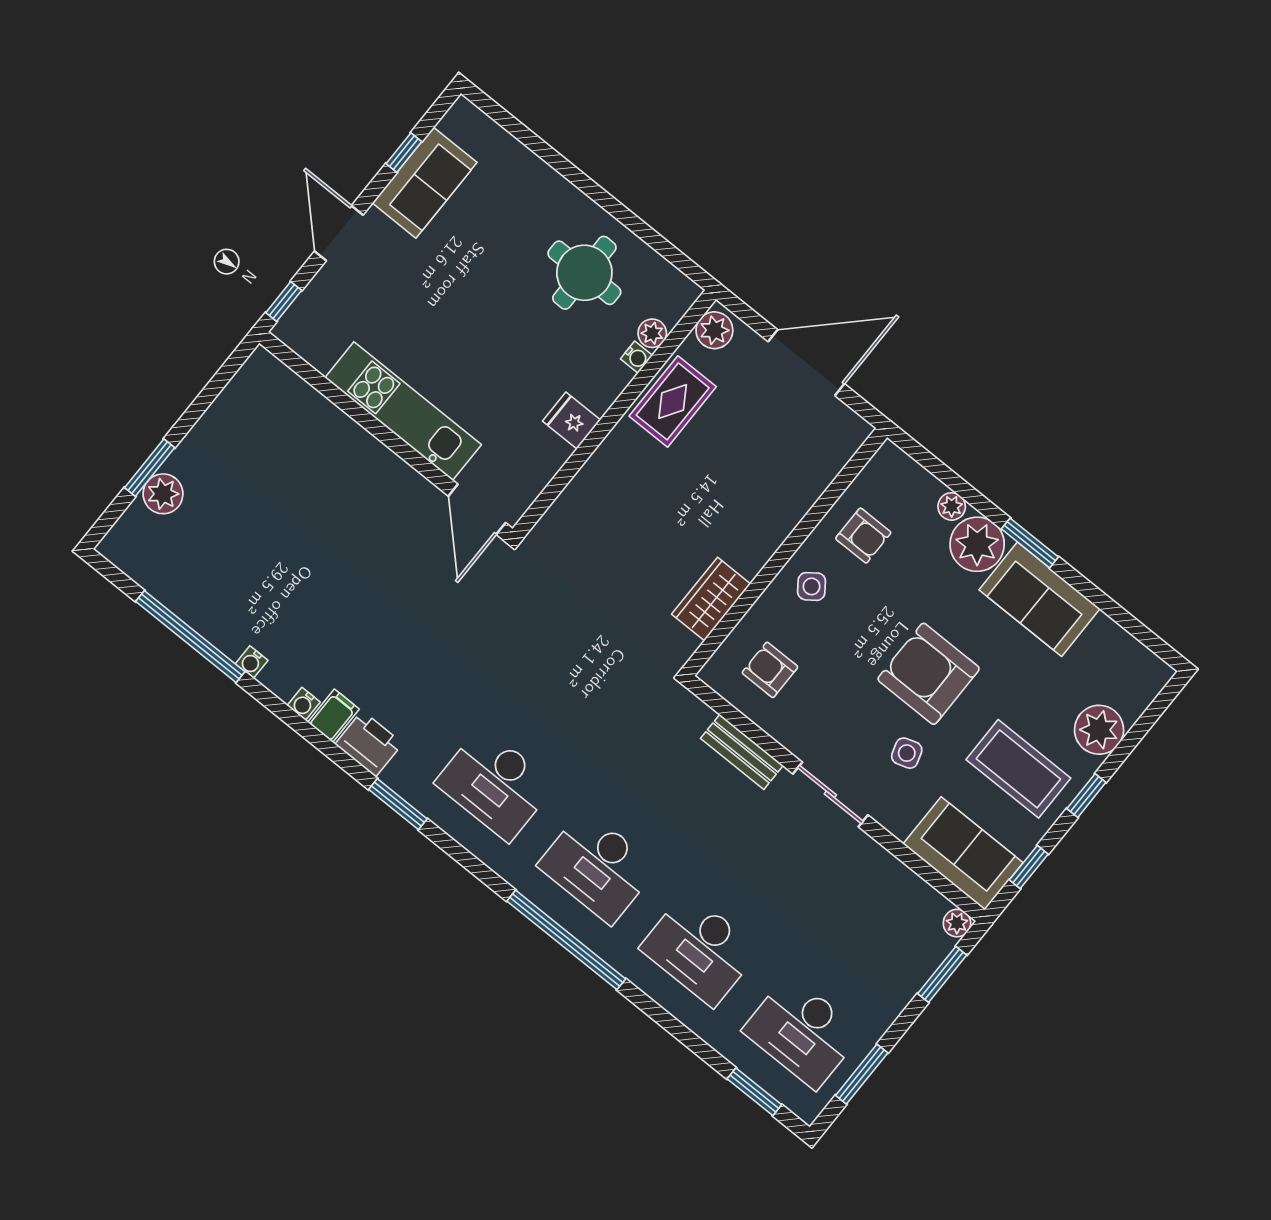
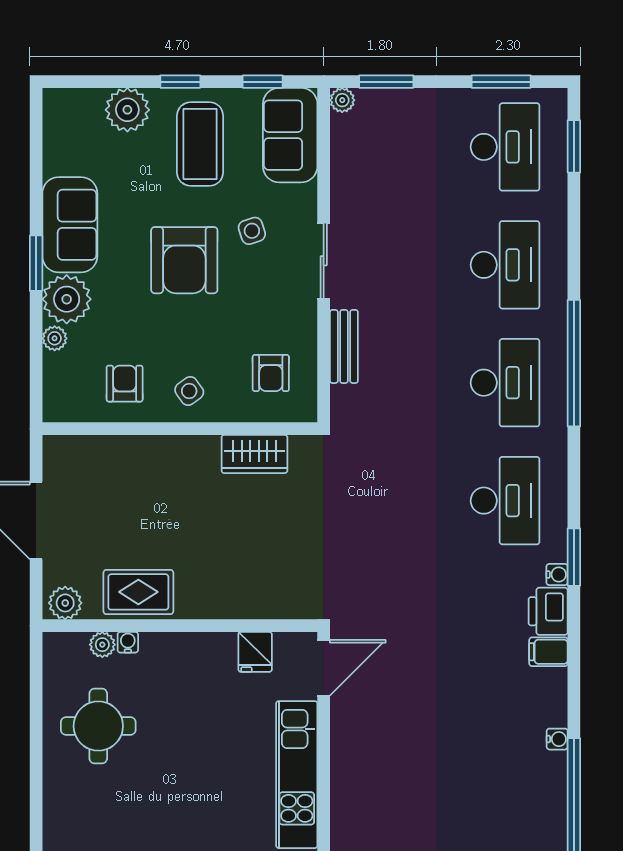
fridge: (571, 420) -> (255, 652), moved
water cooler: (304, 704) -> (557, 574), moved

